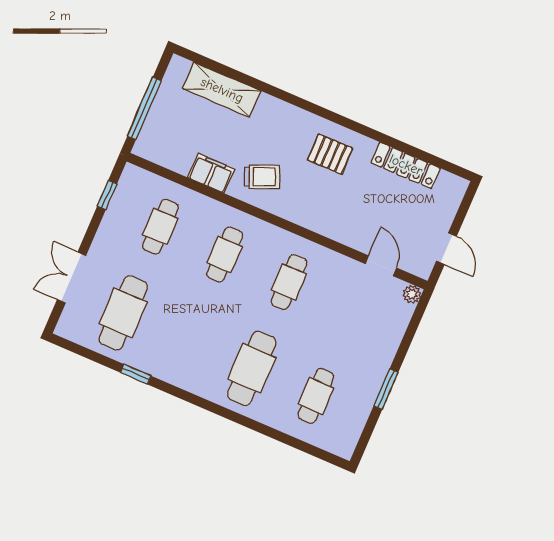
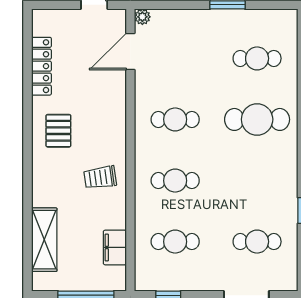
filing cabinet: (211, 173) -> (115, 247), moved
trolley: (262, 177) -> (100, 177), turned -75
door: (381, 266) -> (130, 52), width x1.38
cafe table: (123, 313) -> (257, 242), width x0.73, depth x0.74

